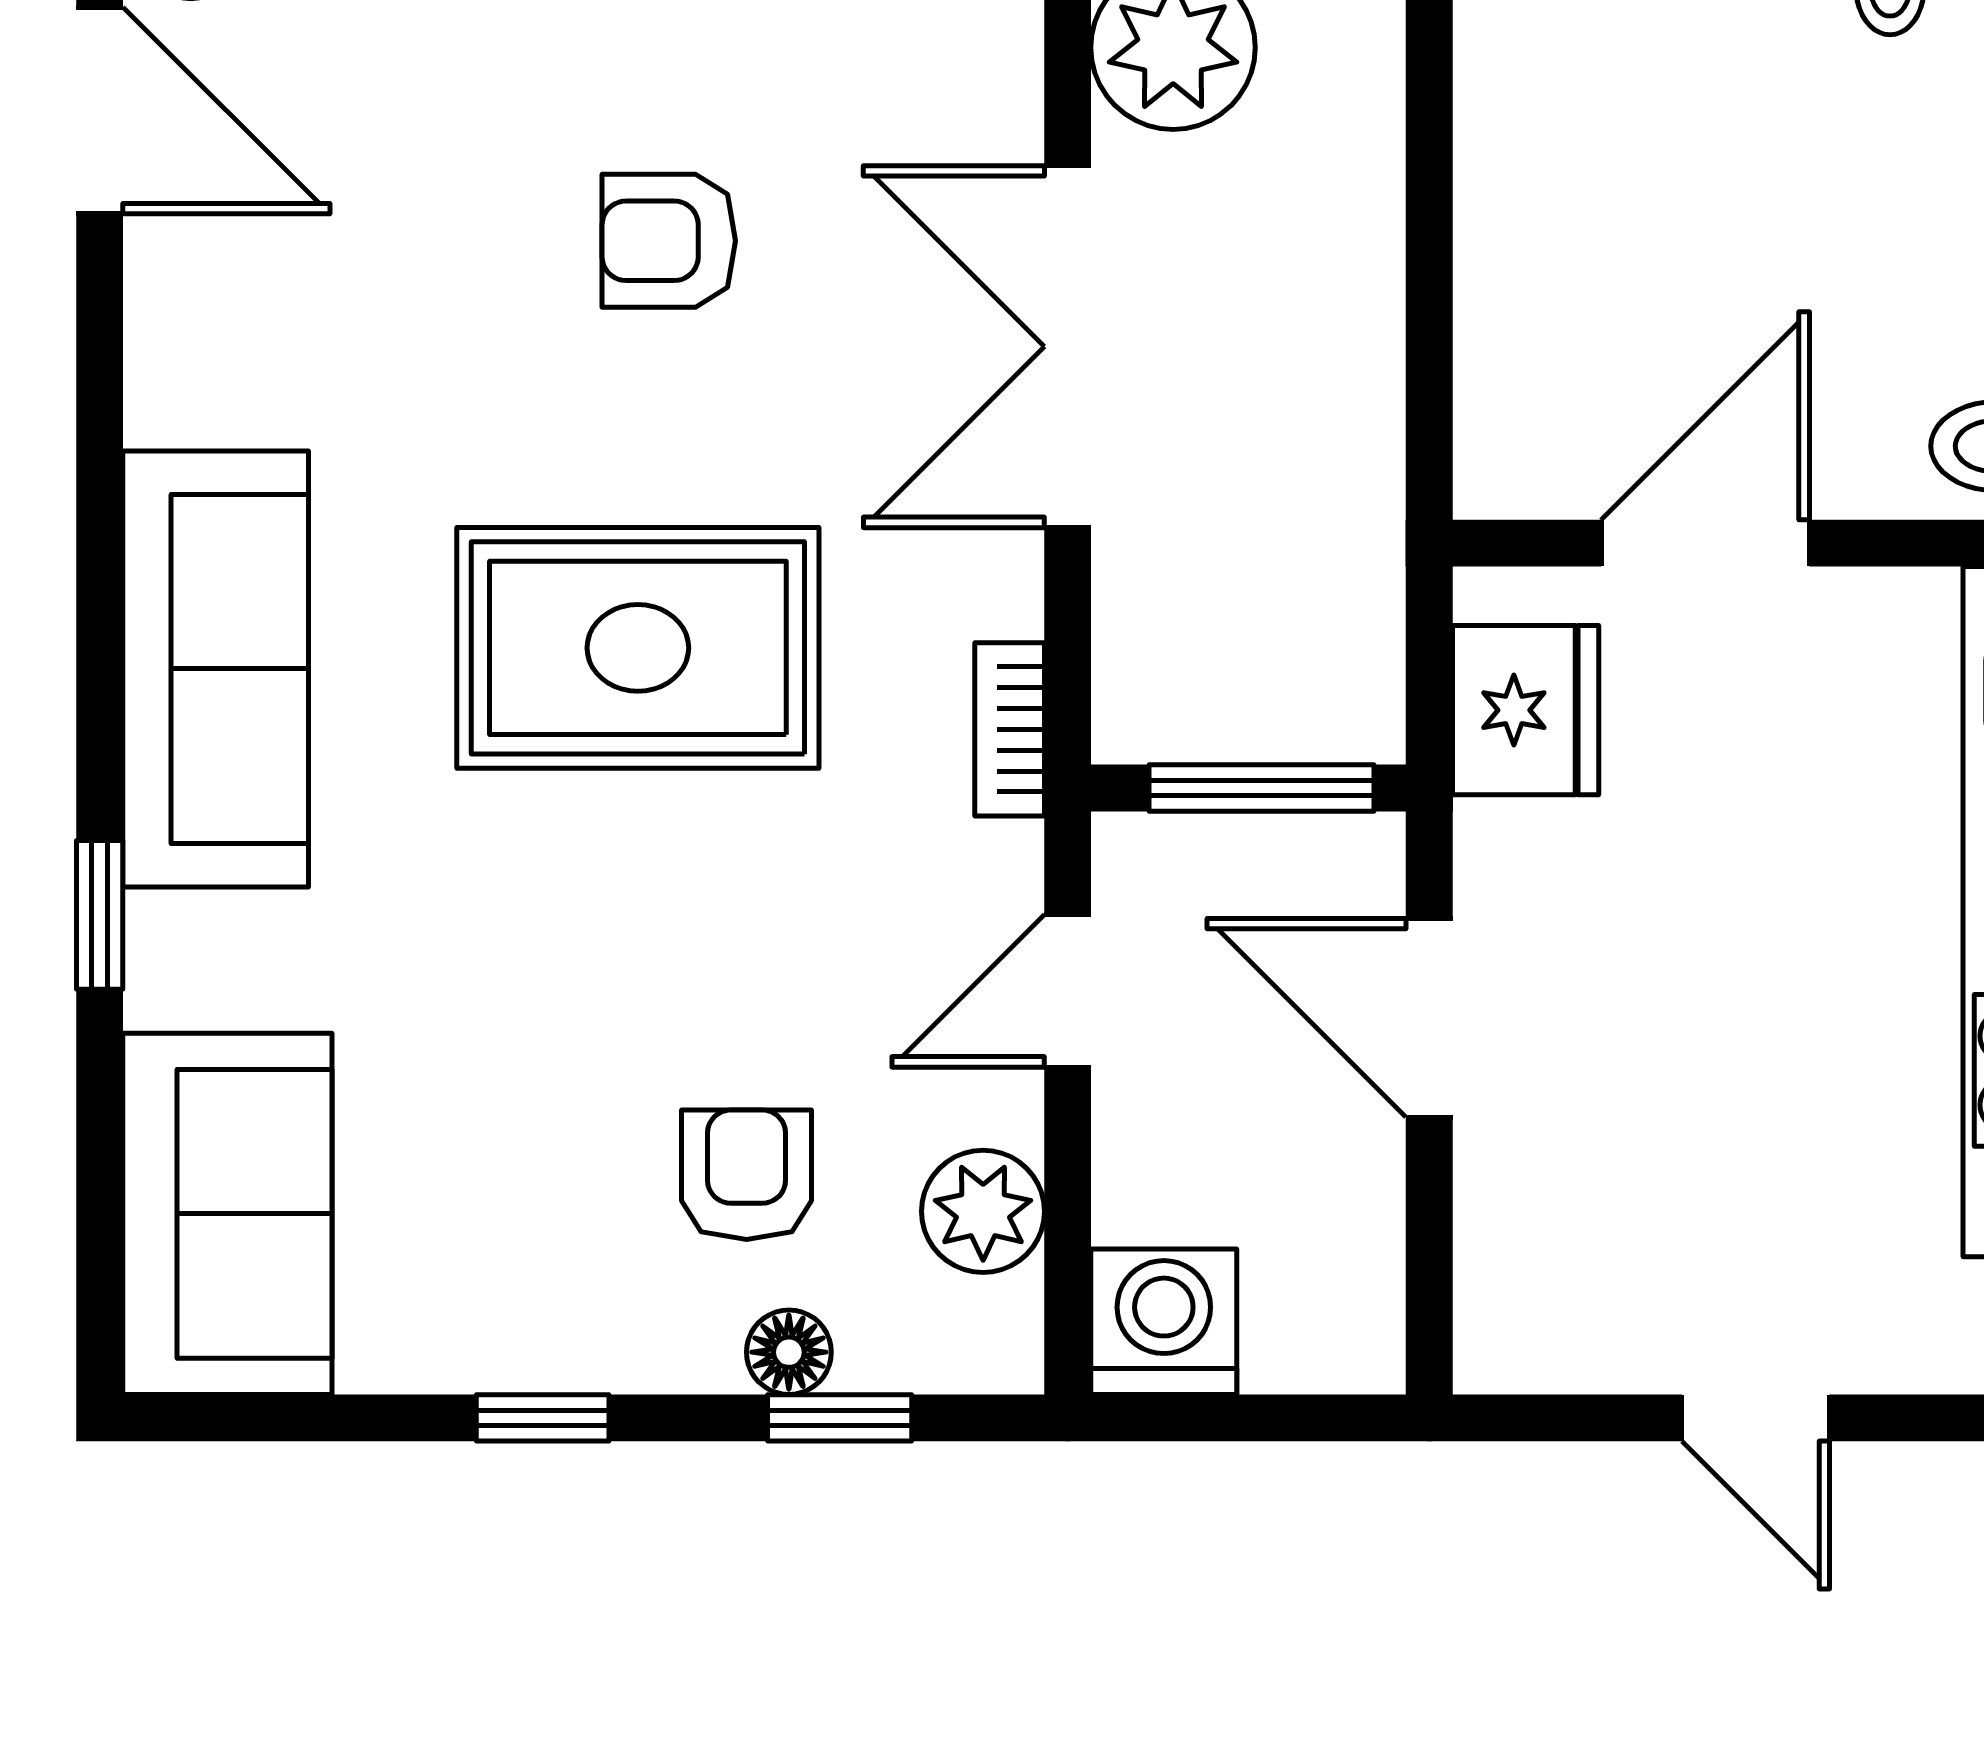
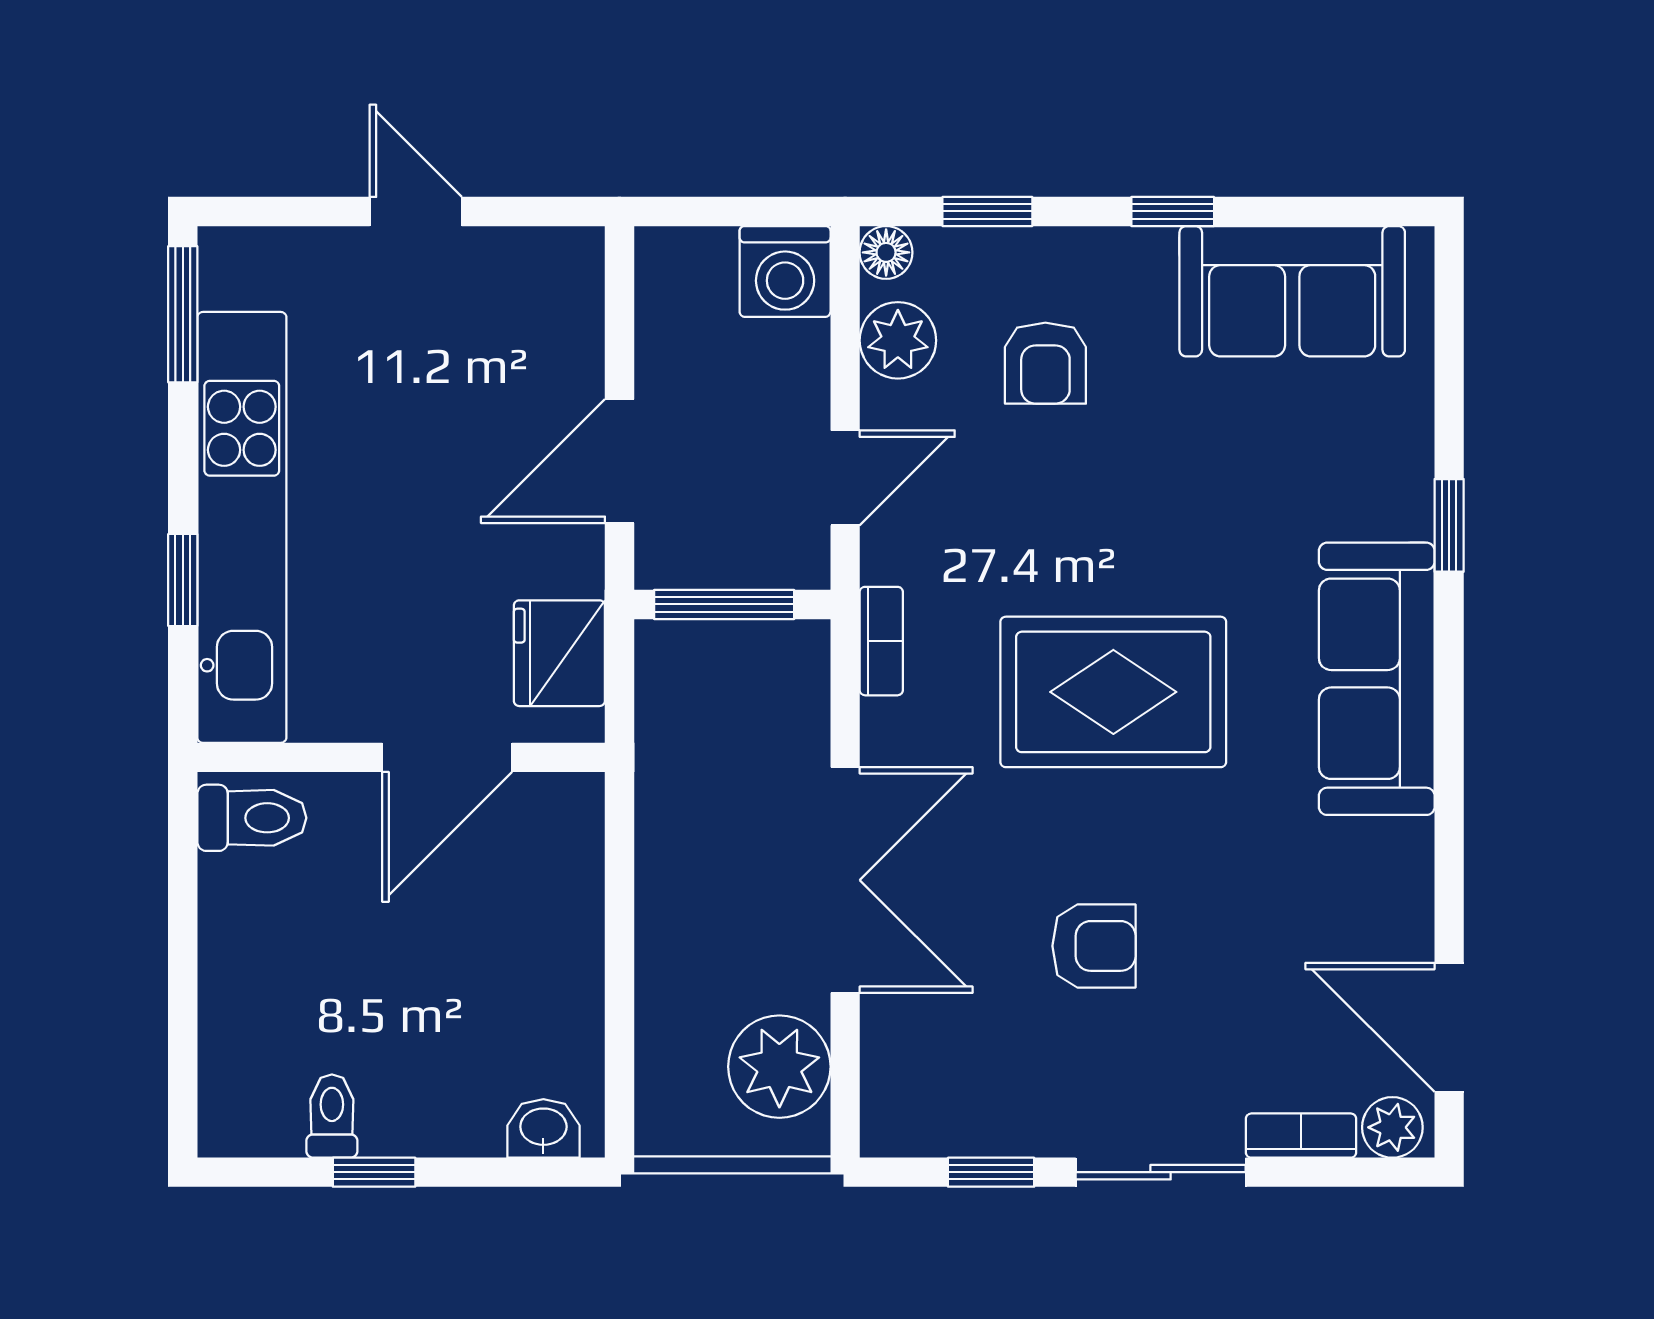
door: (1429, 1018) -> (619, 461), swing flipped
sofa: (227, 1214) -> (1292, 291), moved, turned -90
floor lamp: (789, 1352) -> (886, 252), moved

